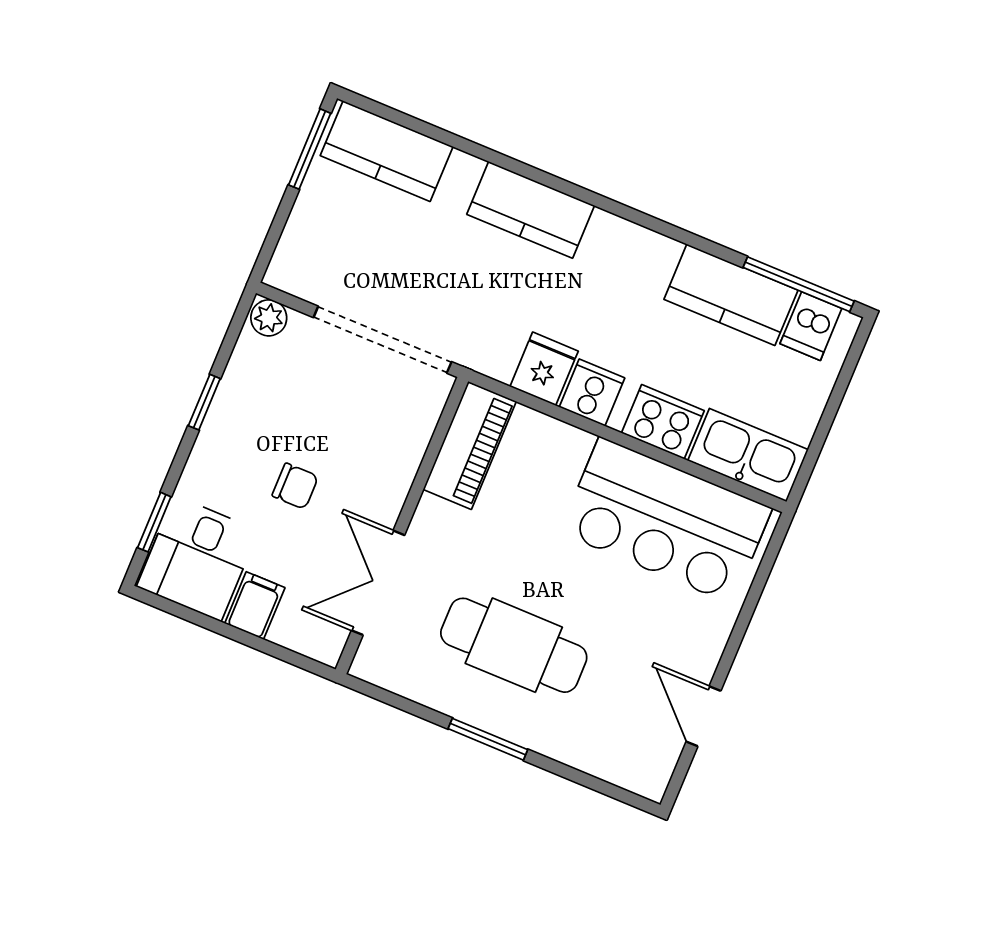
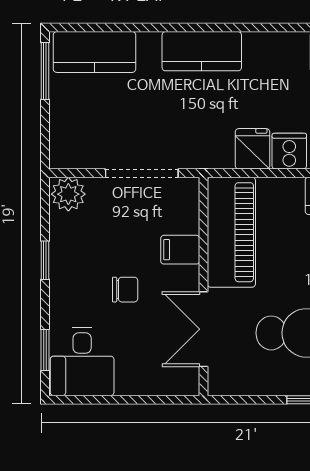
plant: (269, 318) -> (68, 194), width x1.38, depth x1.38
doorway: (382, 340) -> (142, 173), width x0.73
piano: (470, 445) -> (231, 232), width x1.37, depth x1.33
filing cabinet: (255, 606) -> (180, 250), moved, turned -90

